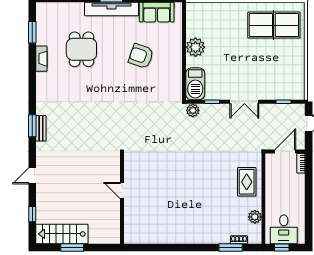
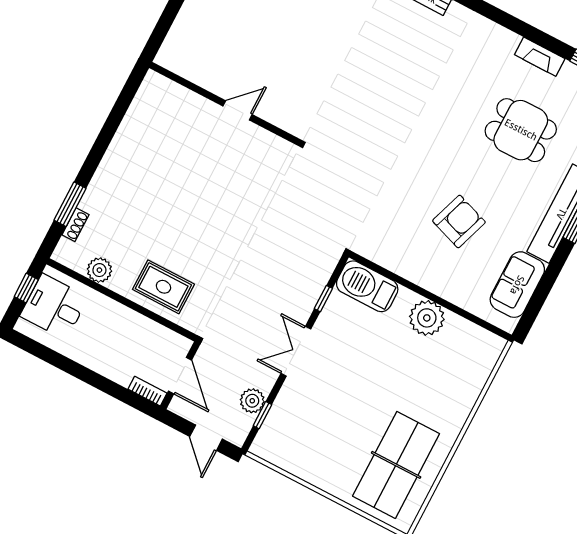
plant: (193, 110) -> (252, 401), moved
door: (122, 191) -> (237, 110), moved
wall: (122, 199) -> (224, 103), moved

